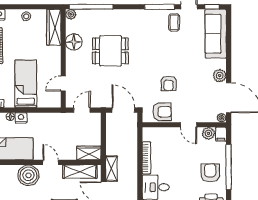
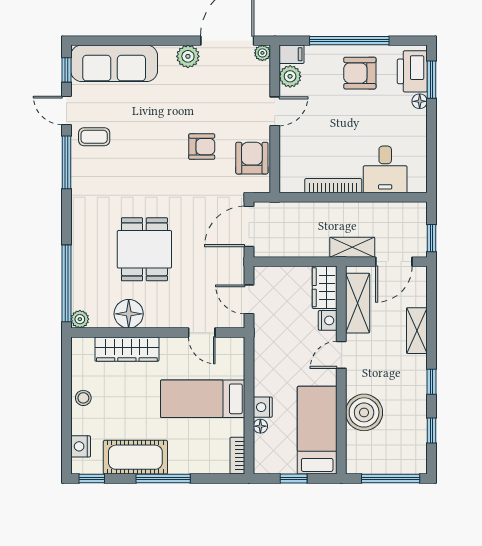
wardrobe: (54, 27) -> (127, 349), moved
nightstand: (70, 155) -> (328, 320), added
boiler: (28, 175) -> (364, 412), moved

